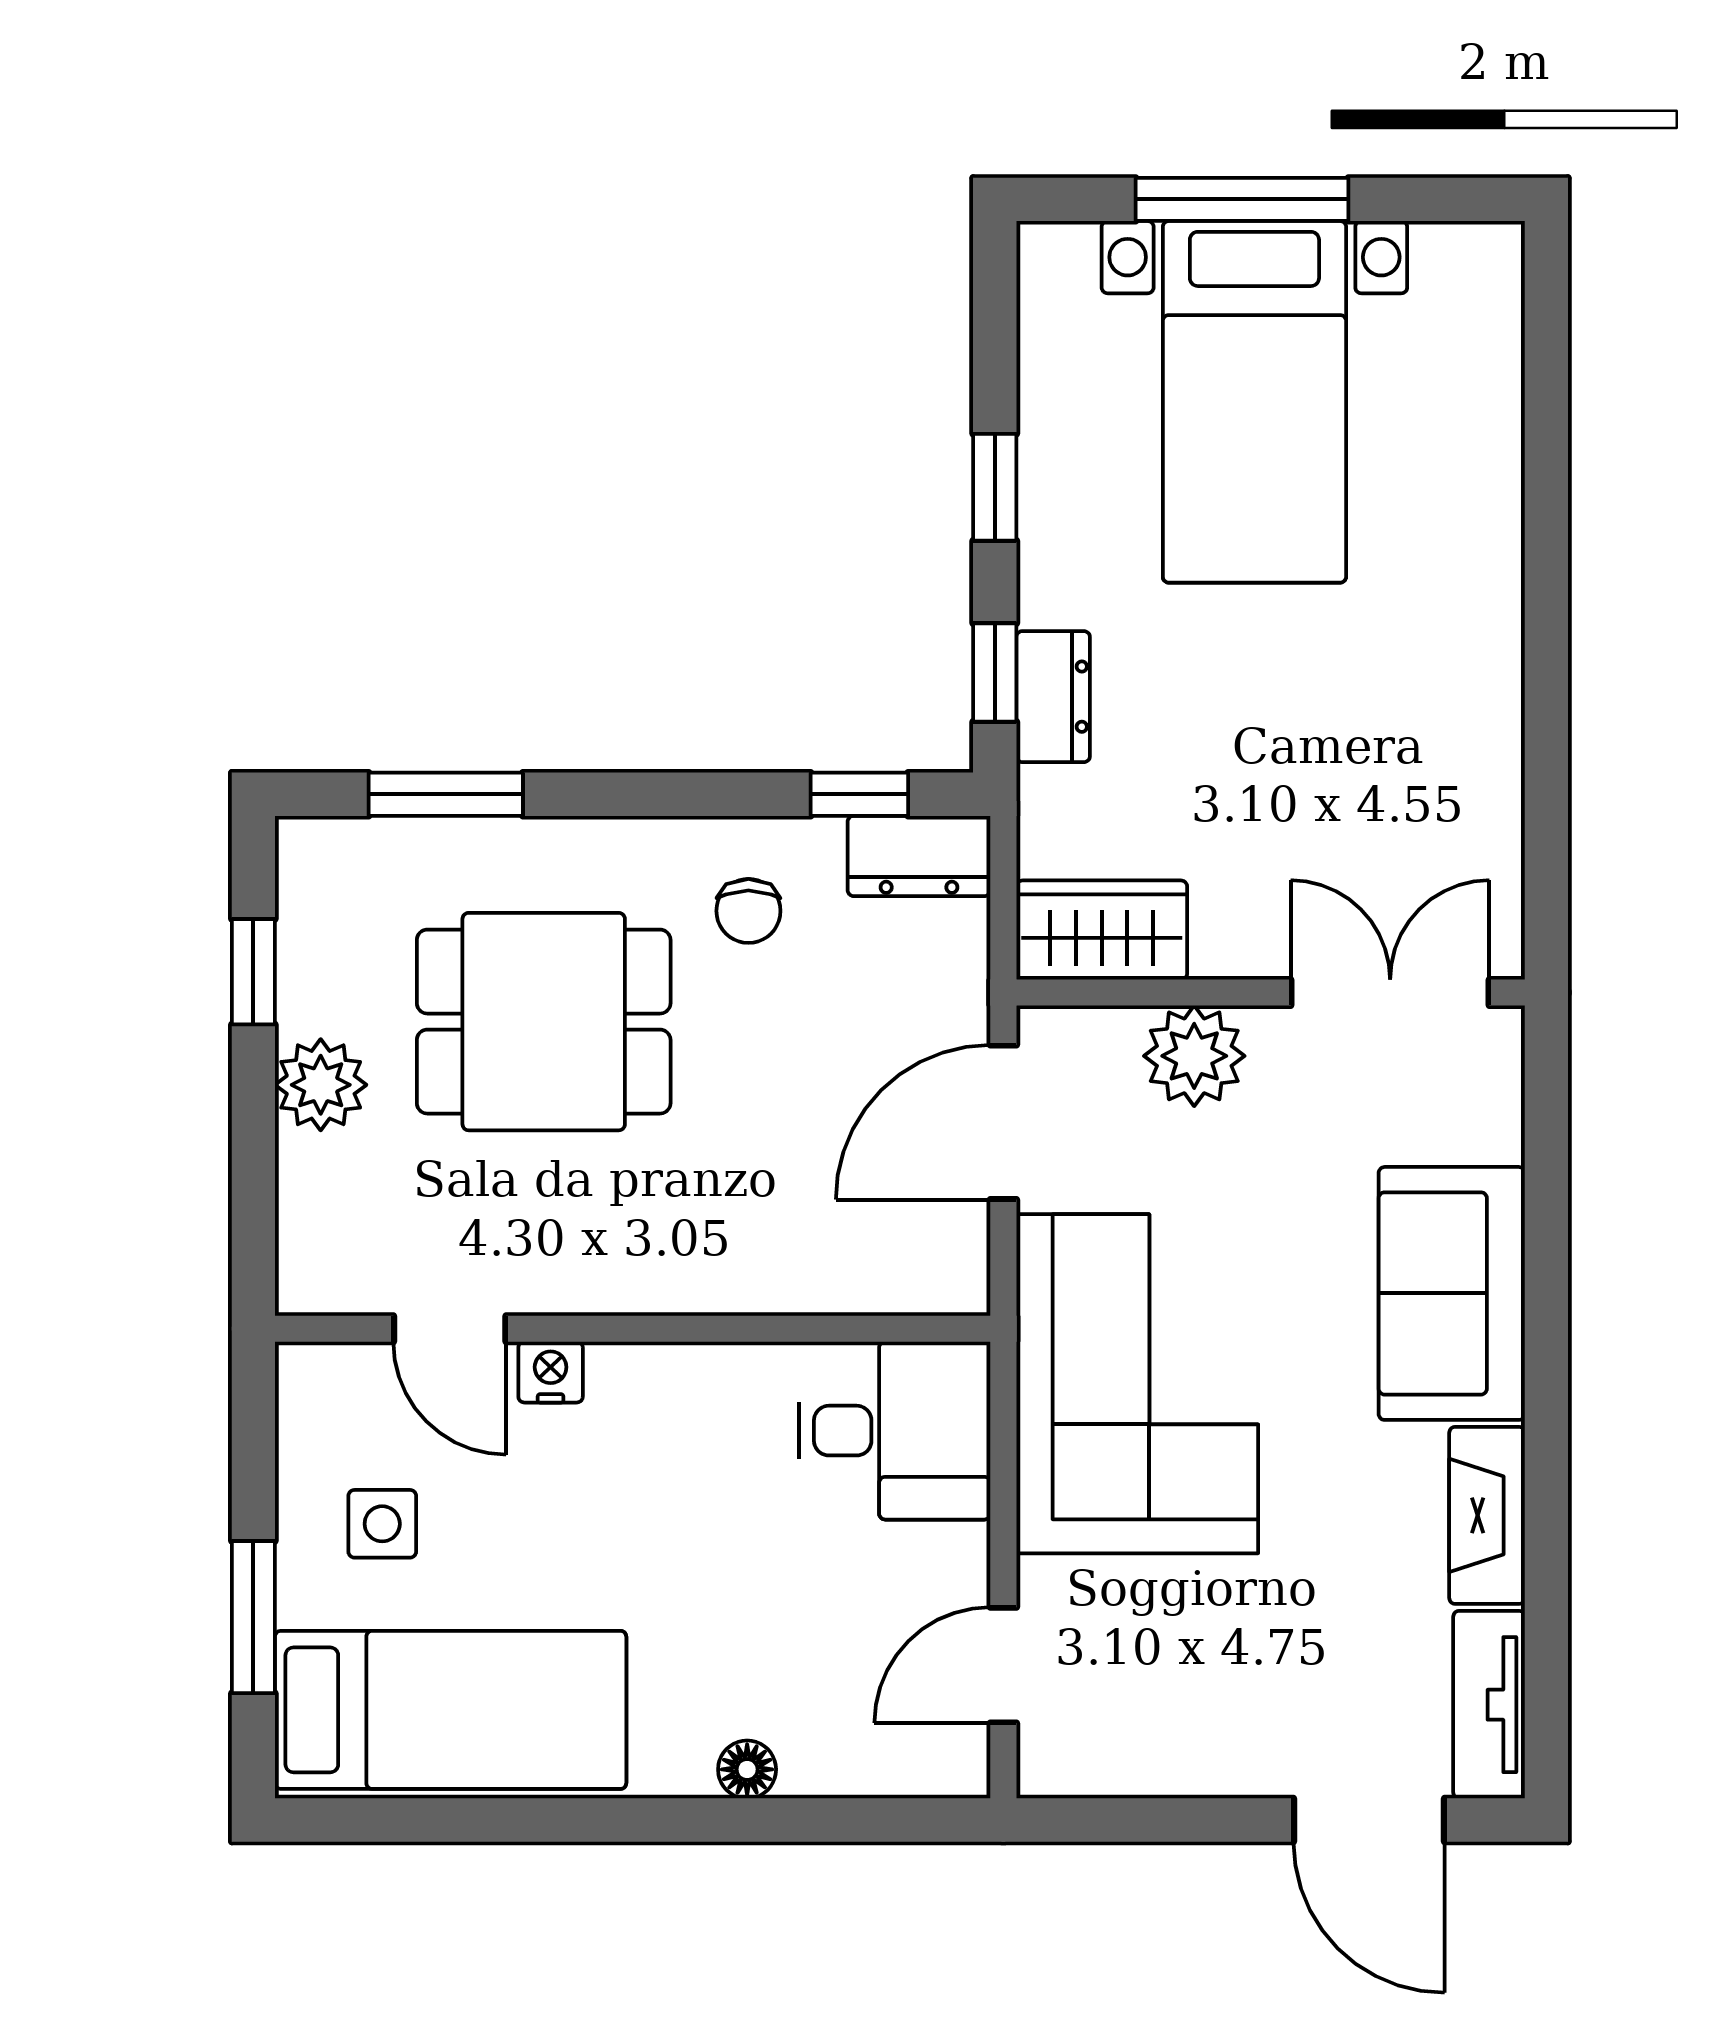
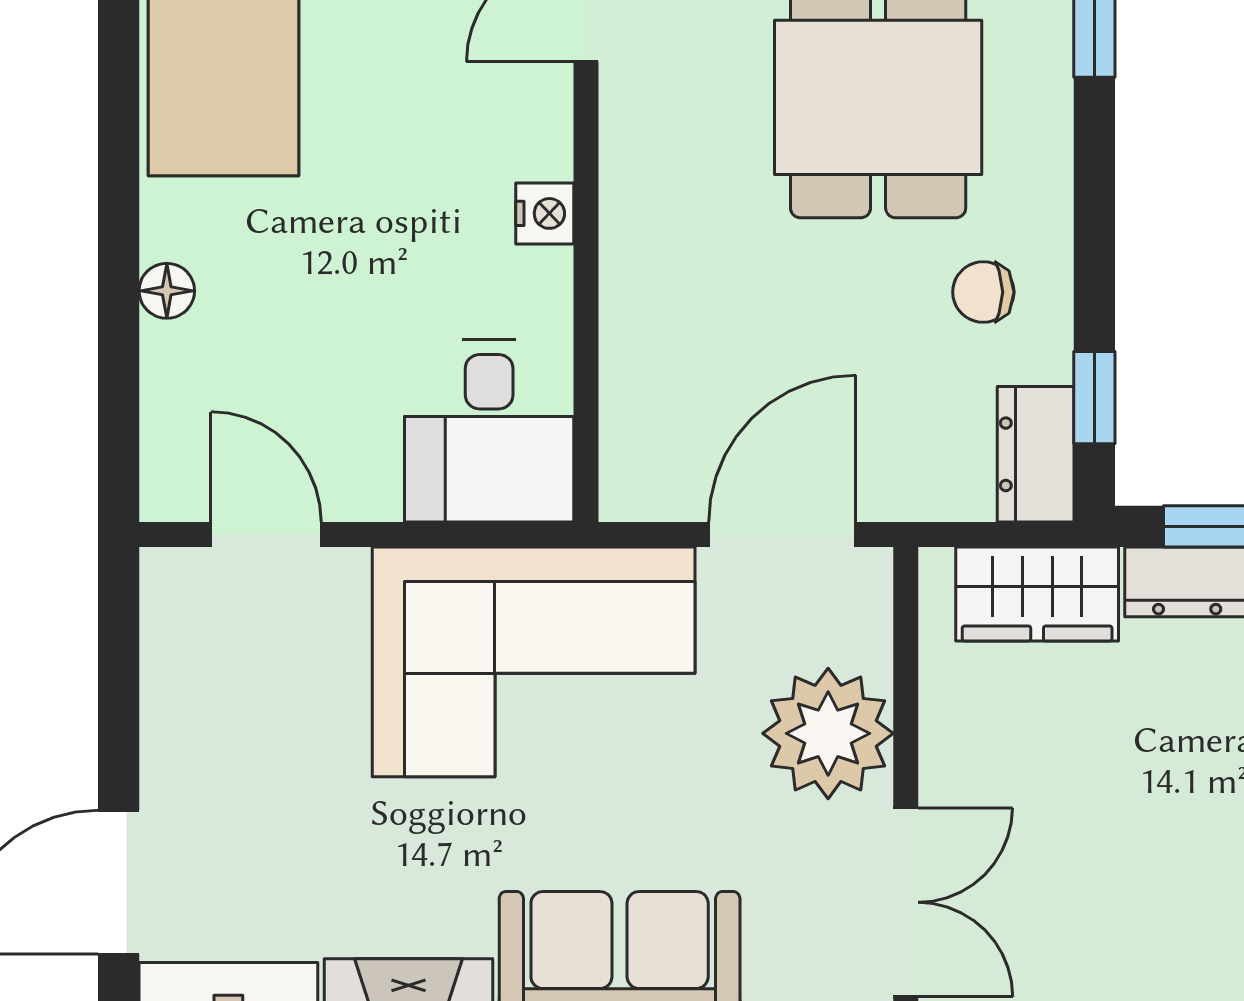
wardrobe: (1102, 930) -> (1037, 594), moved, turned 90
plant: (1194, 1056) -> (828, 733), width x1.36, depth x1.36
door: (1003, 1122) -> (782, 534), hinge flipped
nightstand: (551, 1372) -> (545, 213), moved

